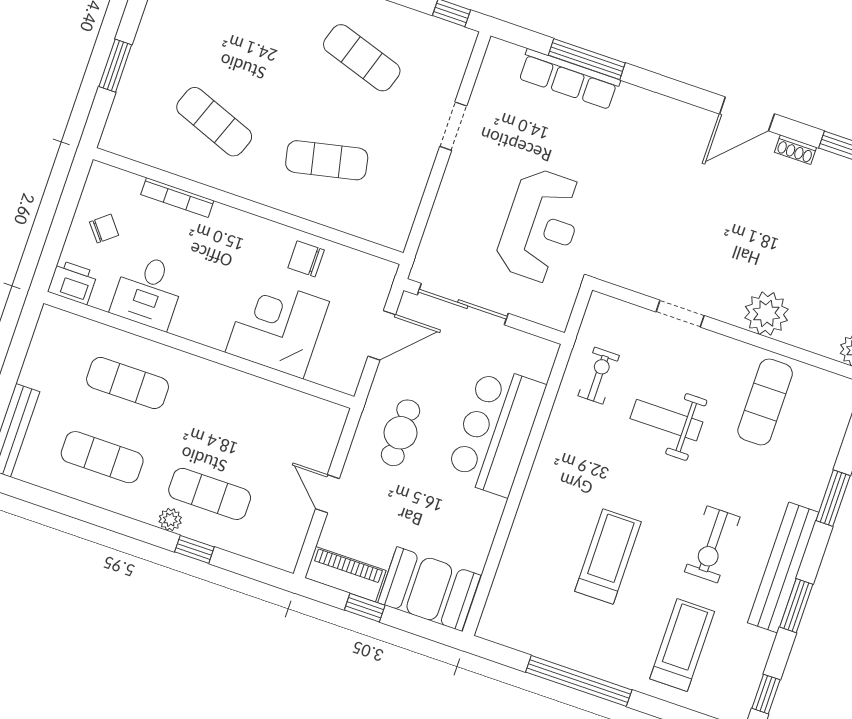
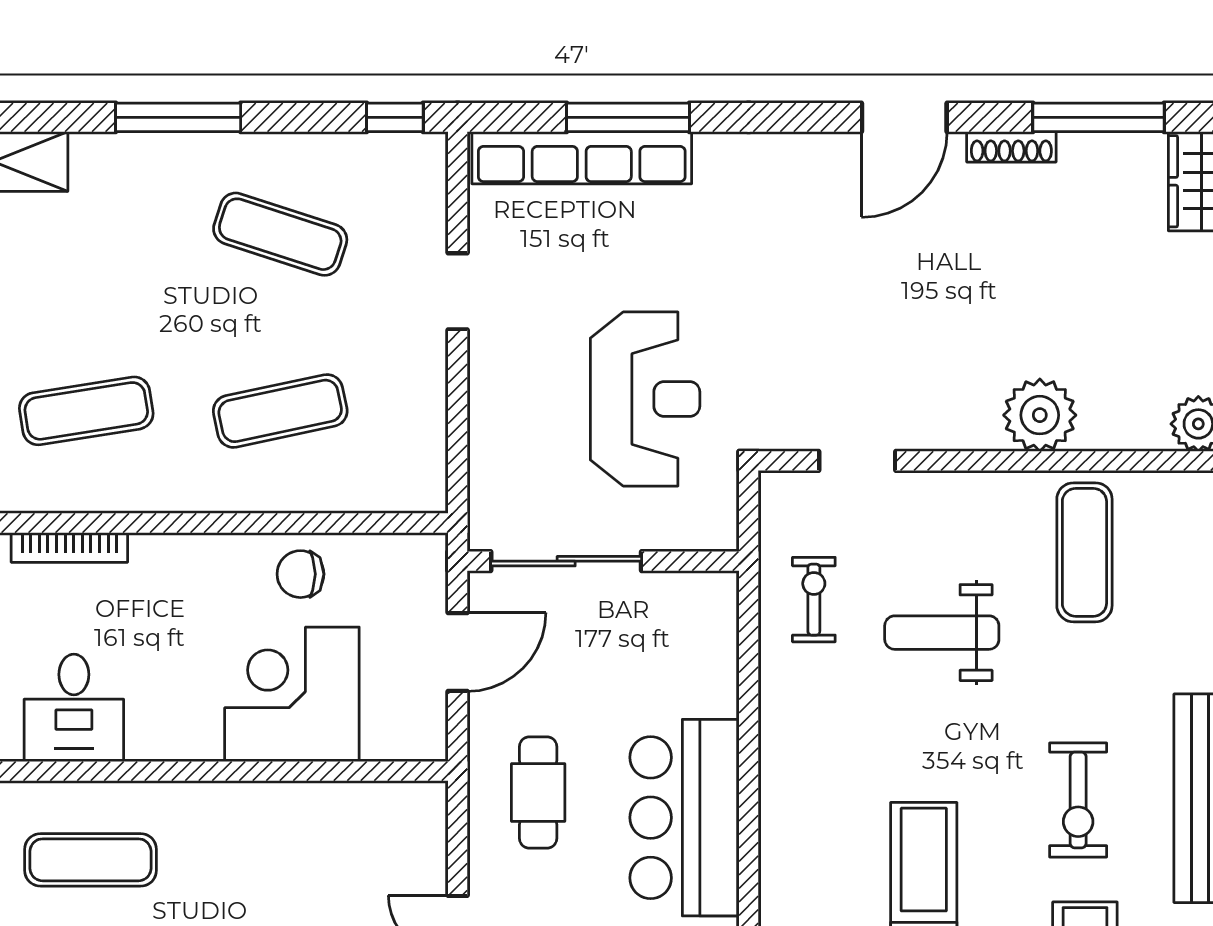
row of seats: (569, 79) -> (582, 158), width x1.36
exercise mat: (214, 122) -> (86, 411), turned -30
shoe rack: (795, 150) -> (1011, 147), width x1.43
doorway: (680, 314) -> (857, 461), moved
bar counter: (496, 431) -> (685, 818), moved

